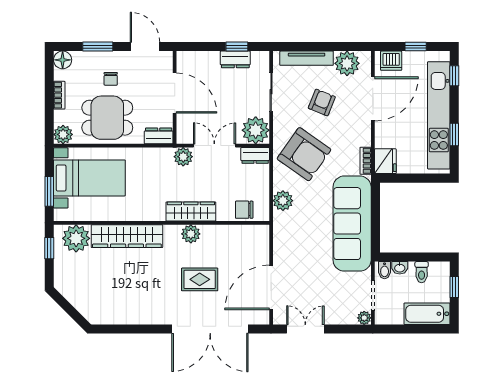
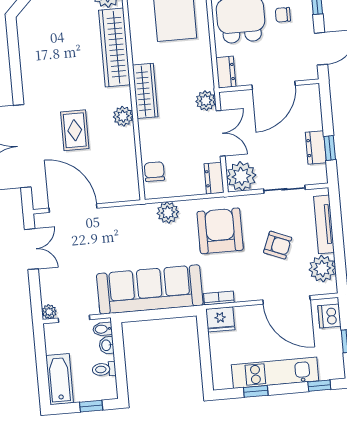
kitchen unit: (439, 115) -> (275, 373), width x0.73
armchair: (304, 154) -> (220, 231), turned 145
wardrobe: (191, 211) -> (145, 91), moved

